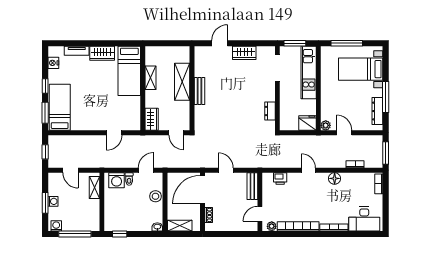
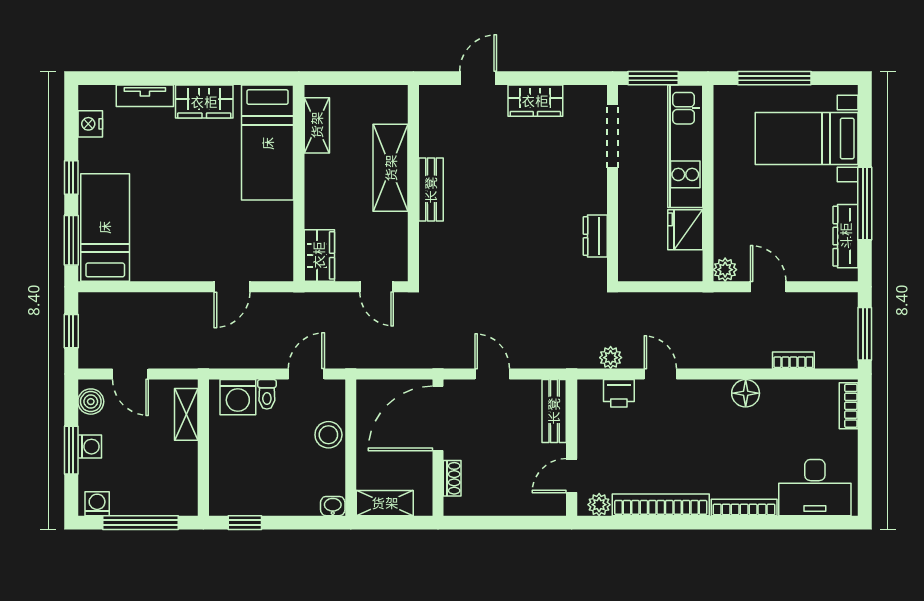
shelving: (151, 78) -> (317, 125), moved
fridge: (307, 123) -> (685, 230), moved, turned -90
plant: (277, 163) -> (611, 358), added
door: (308, 170) -> (660, 374), moved
boiler: (53, 182) -> (91, 402), added

